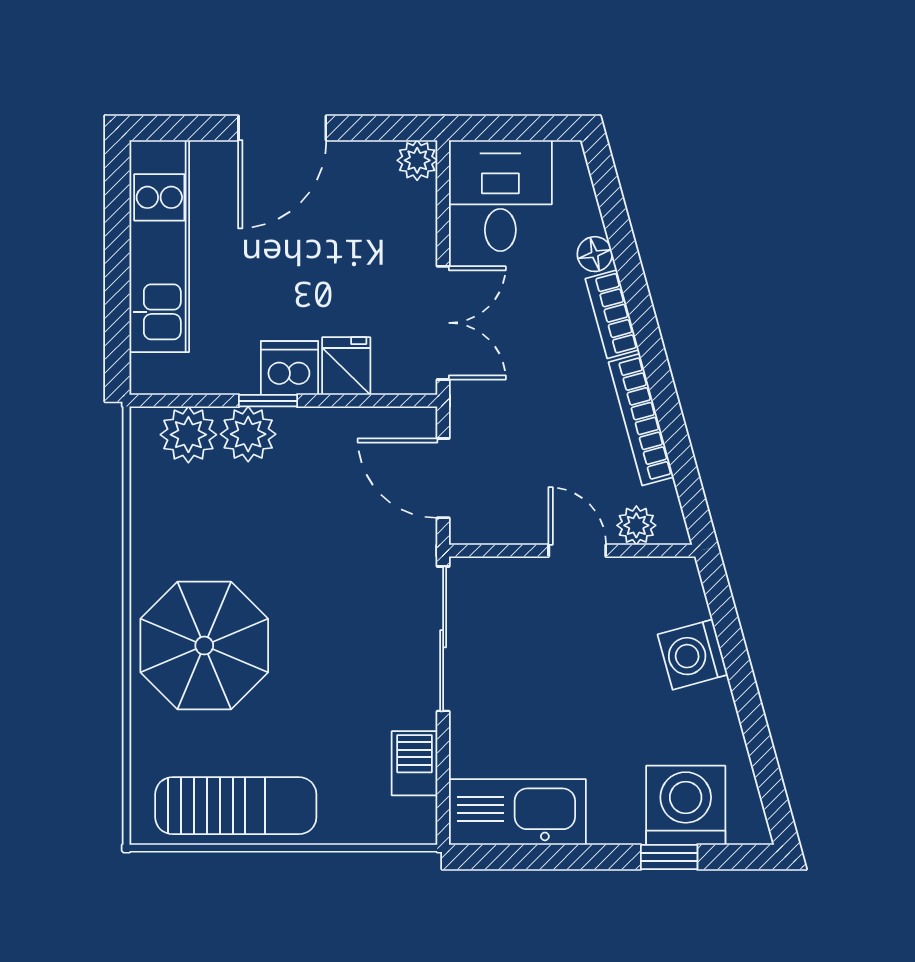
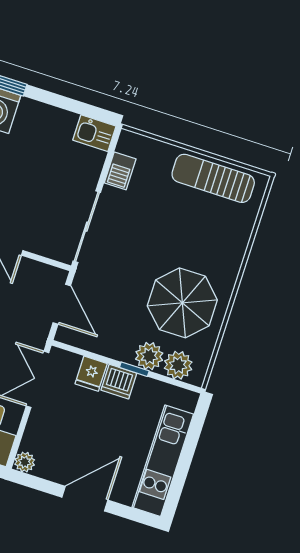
parasol: (204, 646) -> (182, 303), moved
kitchen sink: (517, 812) -> (94, 133), width x0.53, depth x0.81

